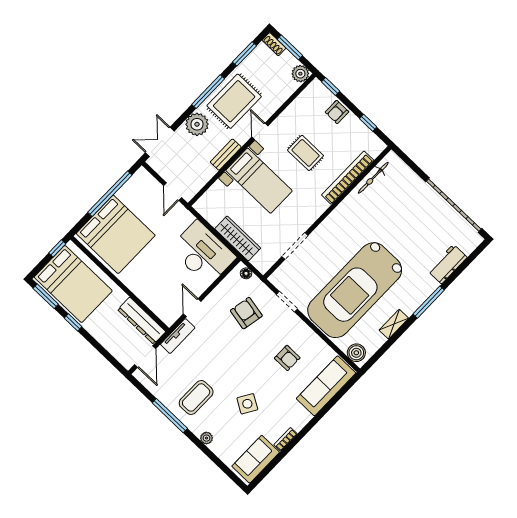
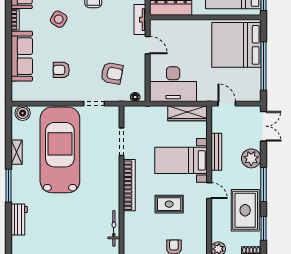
rug: (234, 101) -> (245, 210), moved
bench: (226, 155) -> (216, 152), width x1.36
bookcase: (348, 178) -> (129, 185), moved
wardrobe: (238, 238) -> (188, 113), moved
sofa: (326, 386) -> (22, 56), moved

